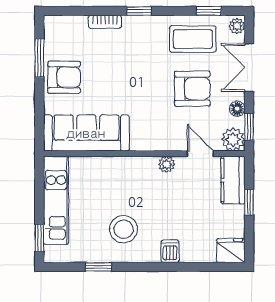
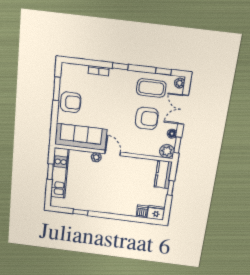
door: (200, 154) -> (113, 153), moved
plant: (167, 164) -> (96, 157), moved
stool: (124, 229) -> (97, 194), removed
window: (39, 238) -> (50, 172), moved
dishwasher: (170, 251) -> (142, 211), moved

